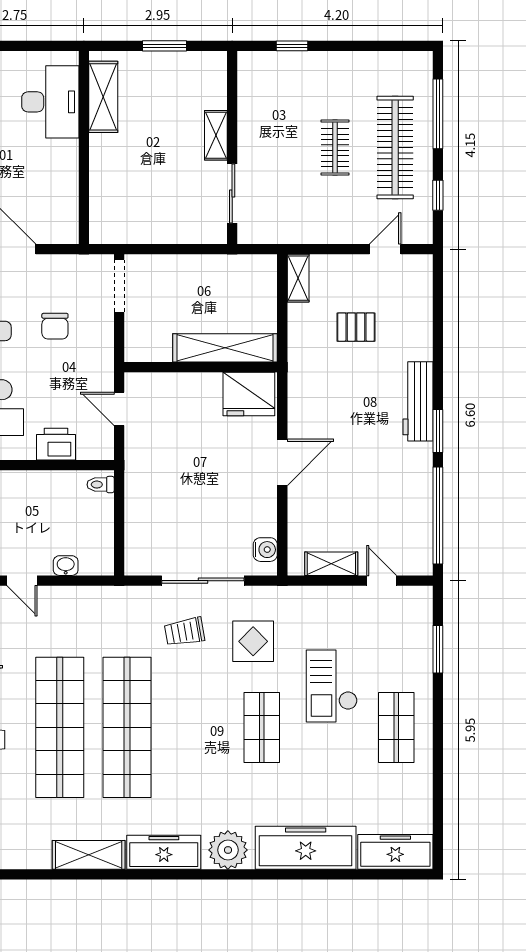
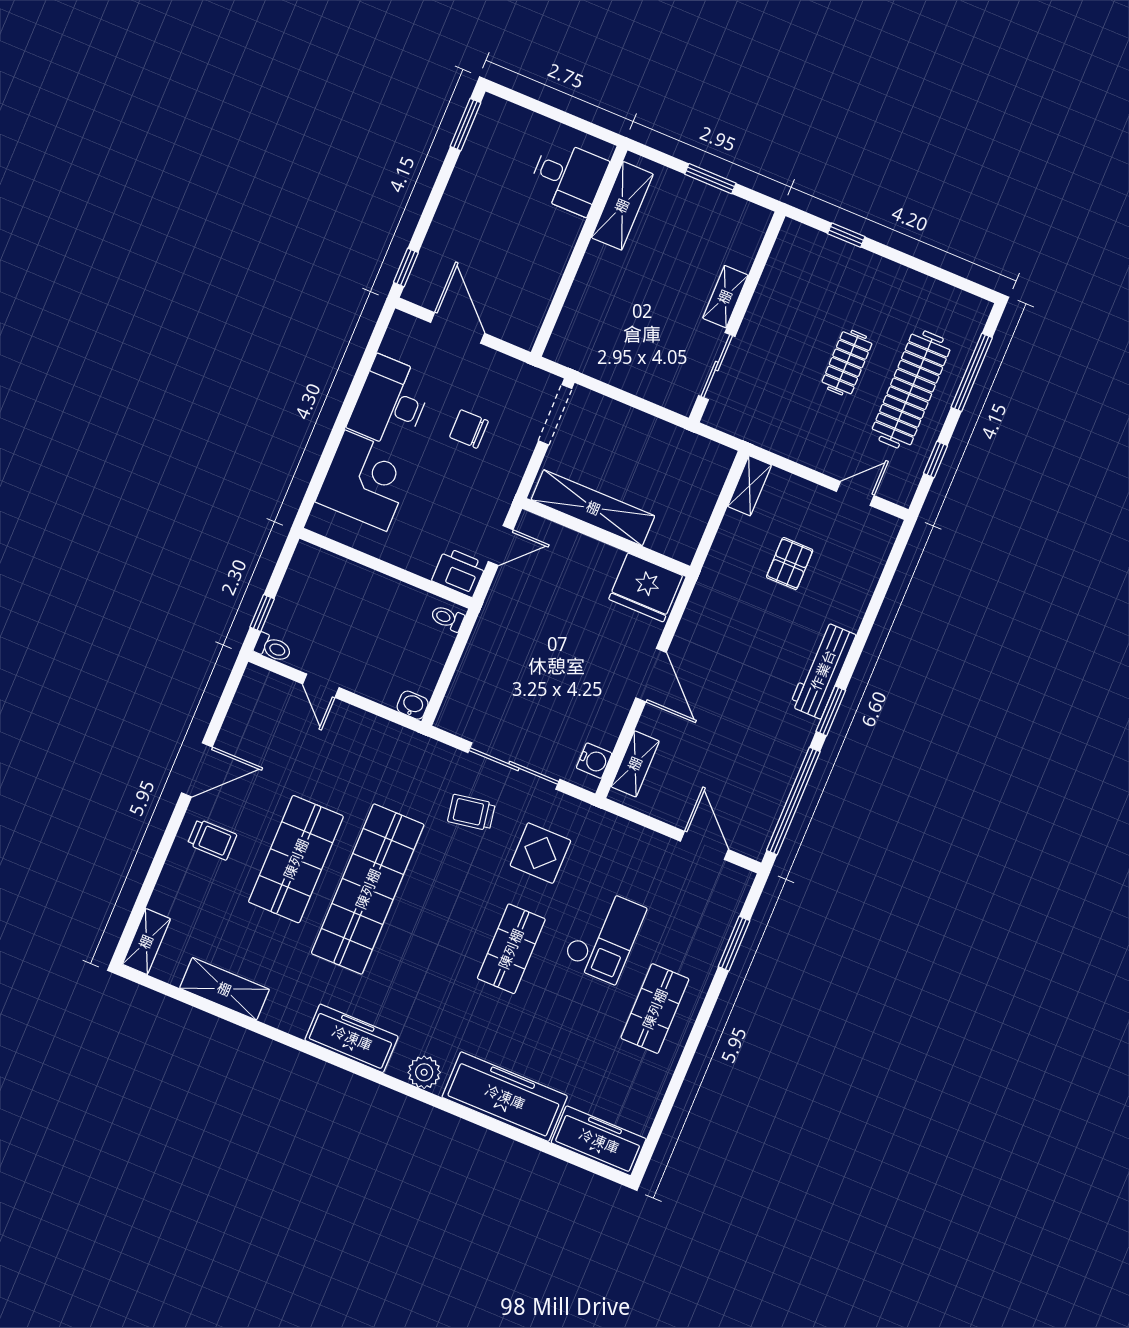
desk: (50, 102) -> (568, 177), width x0.73
chair: (55, 326) -> (469, 429), turned 90
pallet: (356, 327) -> (790, 564), turned 90
shelving: (225, 348) -> (593, 508), moved
door: (119, 409) -> (501, 546), swing flipped
printer: (56, 444) -> (459, 572), moved
door: (282, 462) -> (651, 675), hinge flipped
shelving: (331, 564) -> (635, 764), moved, turned 90
washbasin: (66, 566) -> (413, 705), moved
door: (382, 581) -> (704, 845), width x1.38
checkout: (332, 686) -> (604, 936), turned 180
shop shelf: (60, 727) -> (296, 859), width x0.71
plant: (228, 850) -> (424, 1072), width x0.73, depth x0.73
shelving: (89, 855) -> (224, 989), moved

